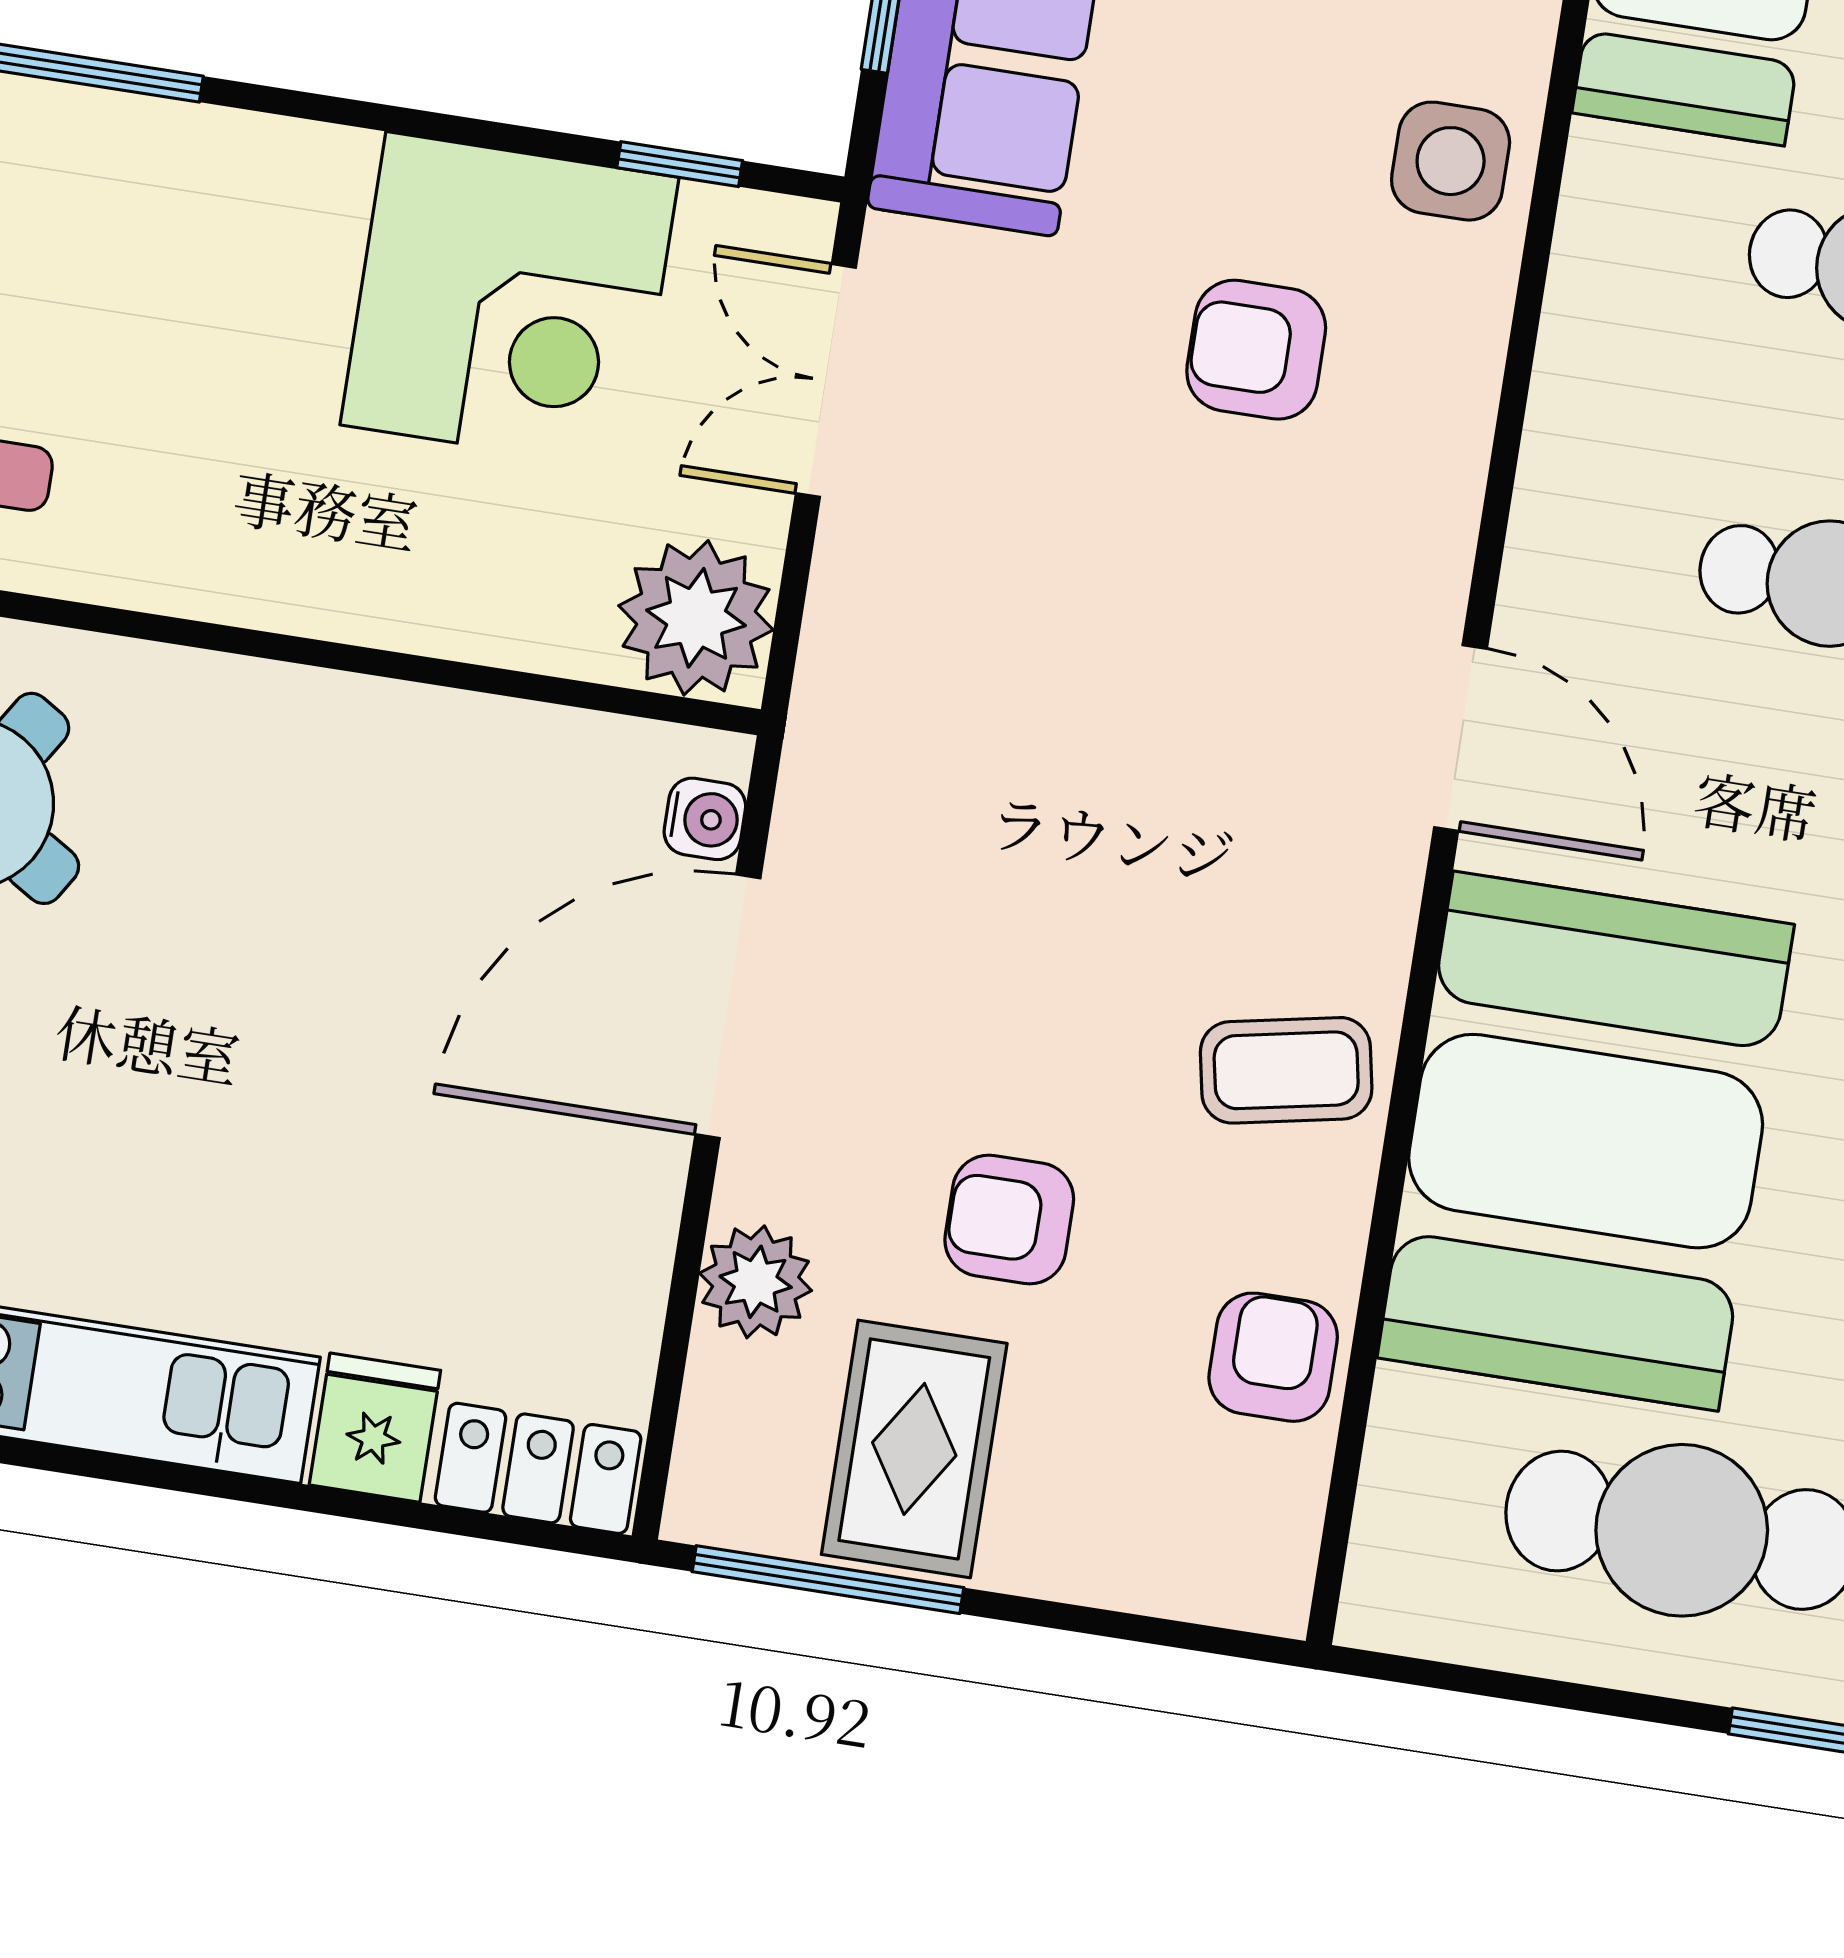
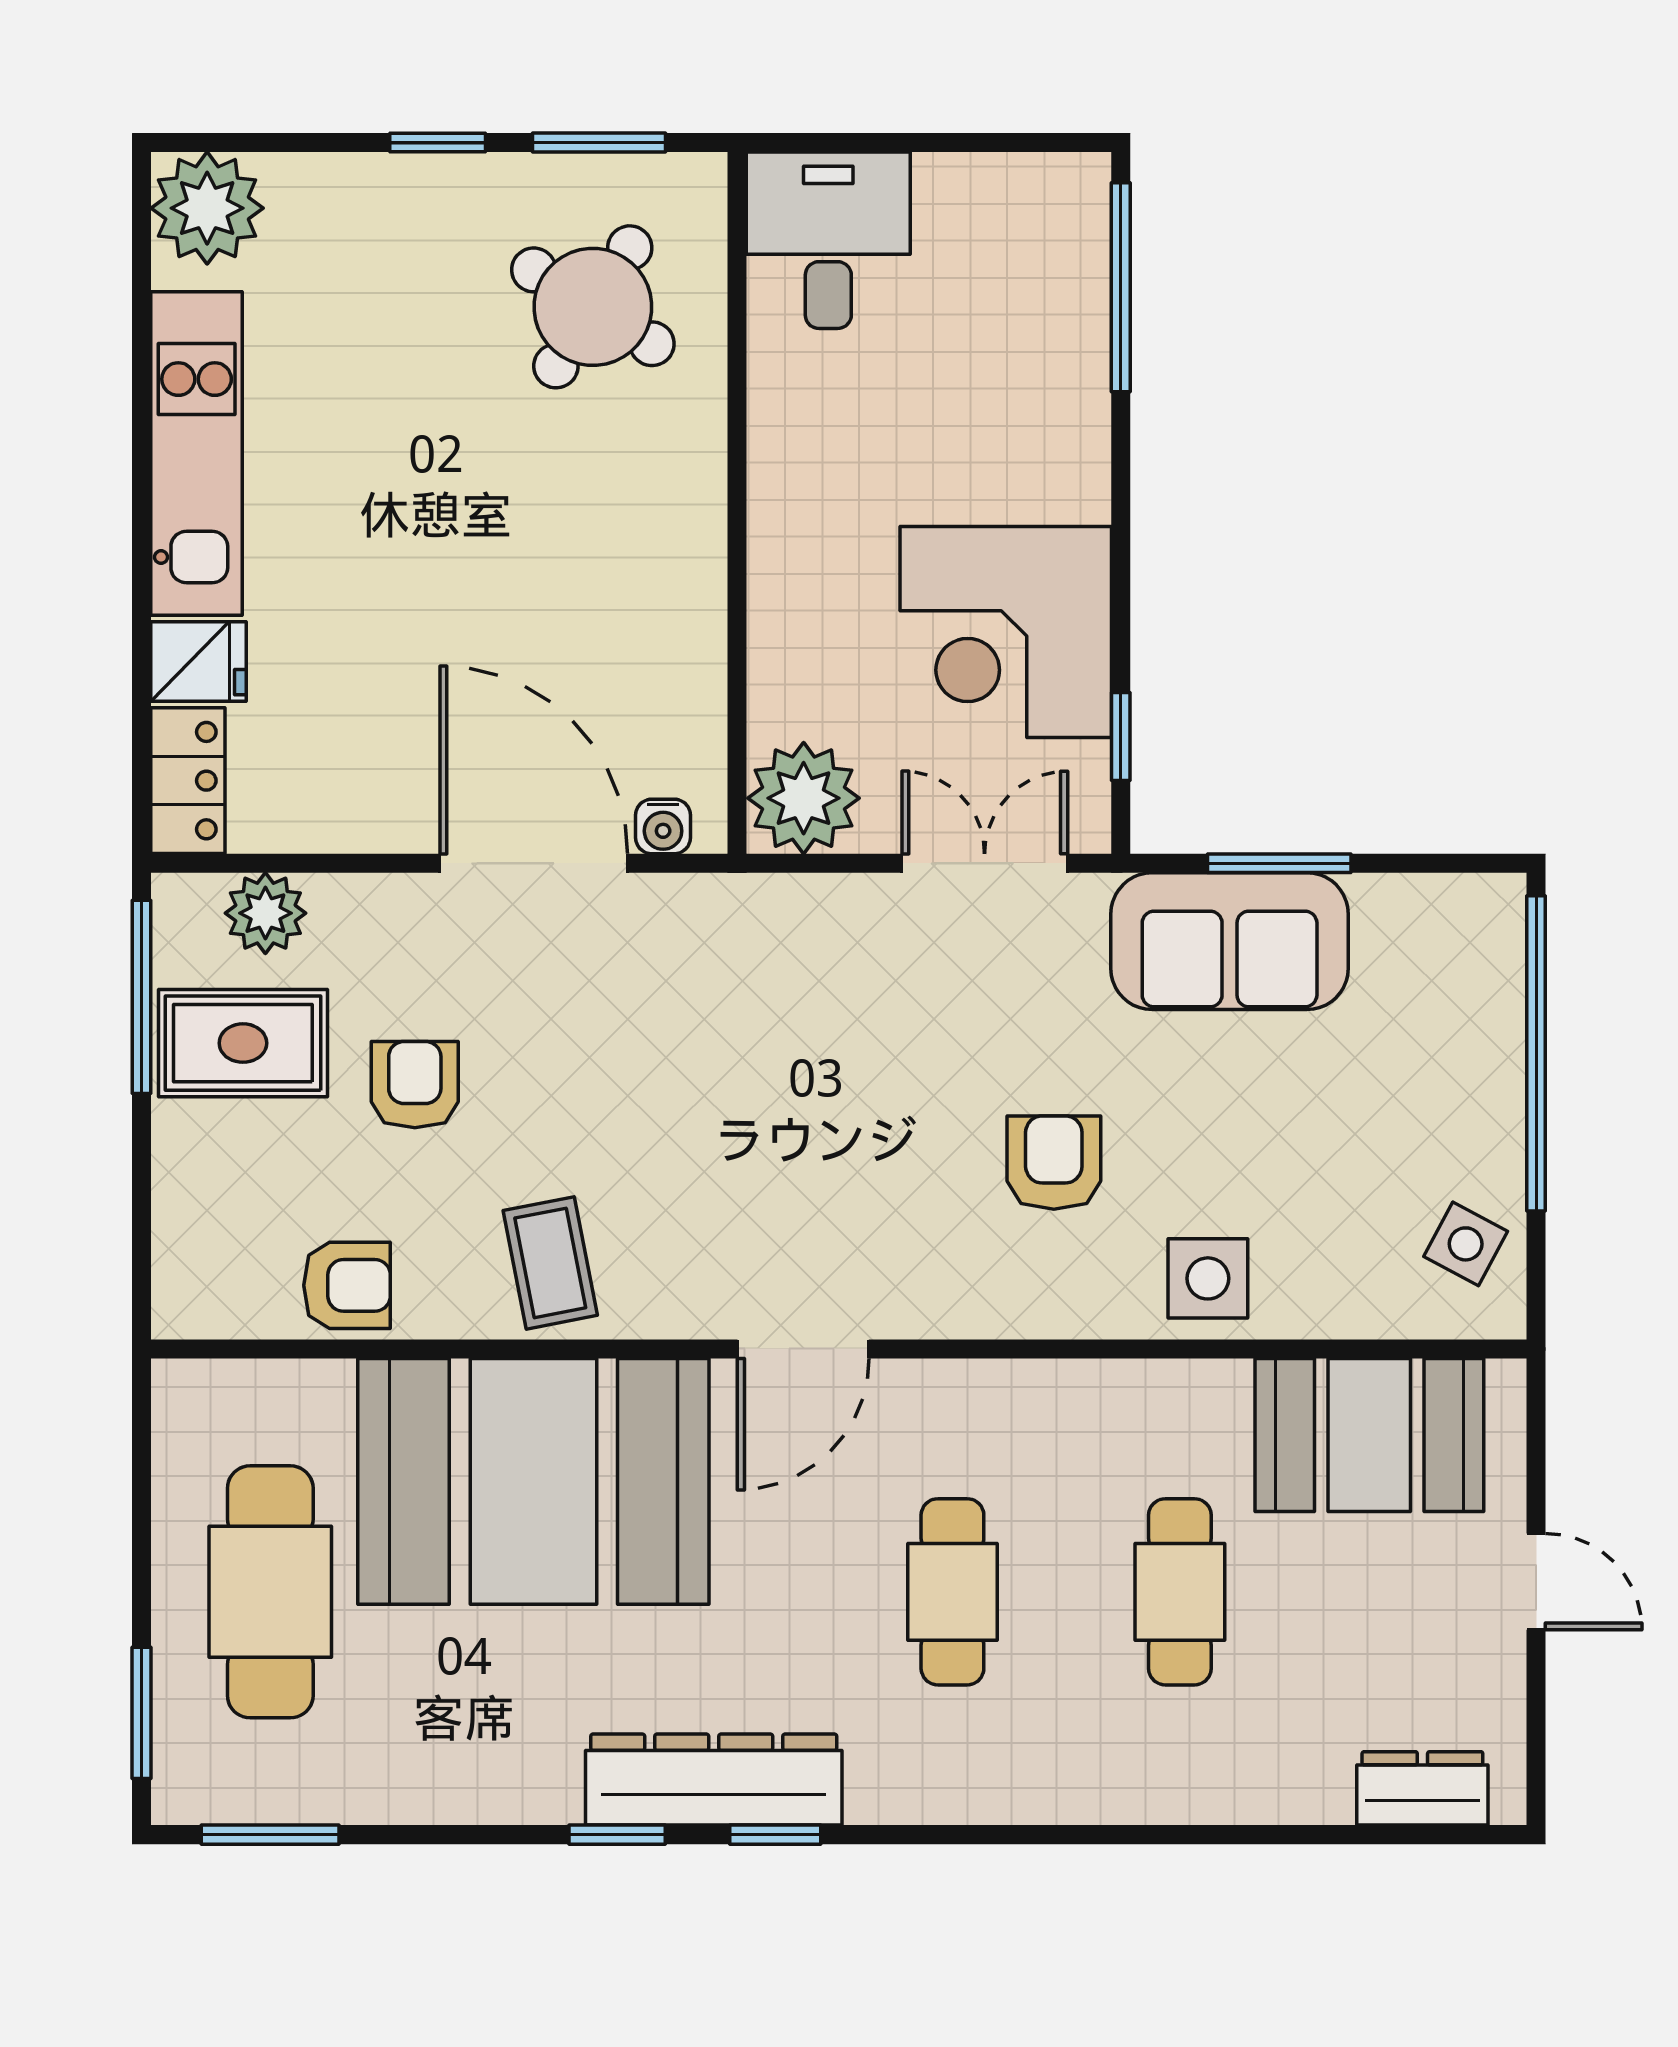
plant: (756, 1282) -> (265, 913), moved

